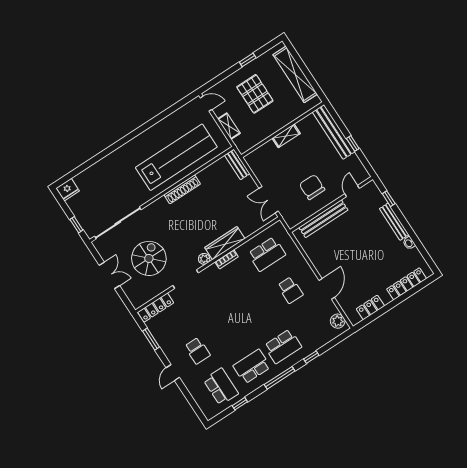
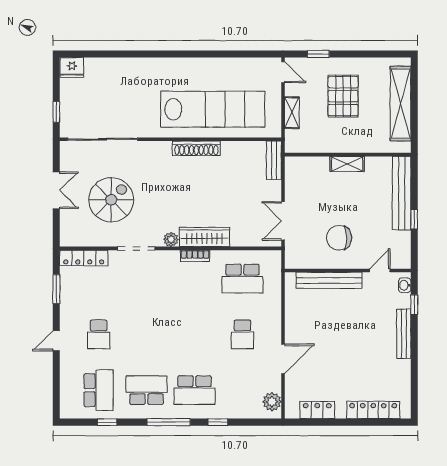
window: (248, 60) -> (318, 54), moved
chair: (312, 187) -> (339, 238), turned -90
washbasin: (409, 243) -> (405, 285), moved

